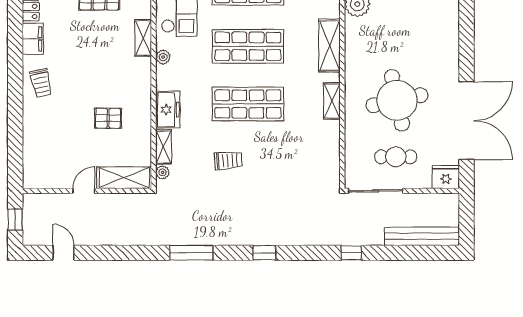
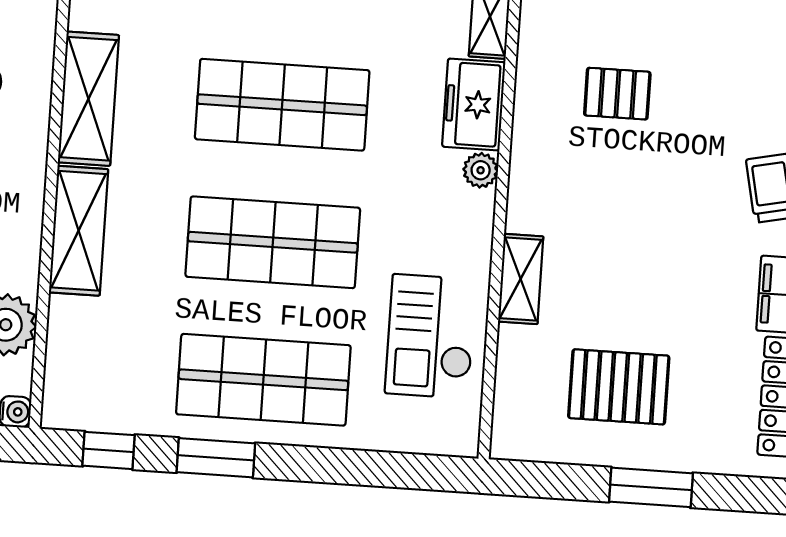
plant: (163, 57) -> (481, 170), moved
shelving: (332, 101) -> (88, 99), width x1.50, depth x1.33

